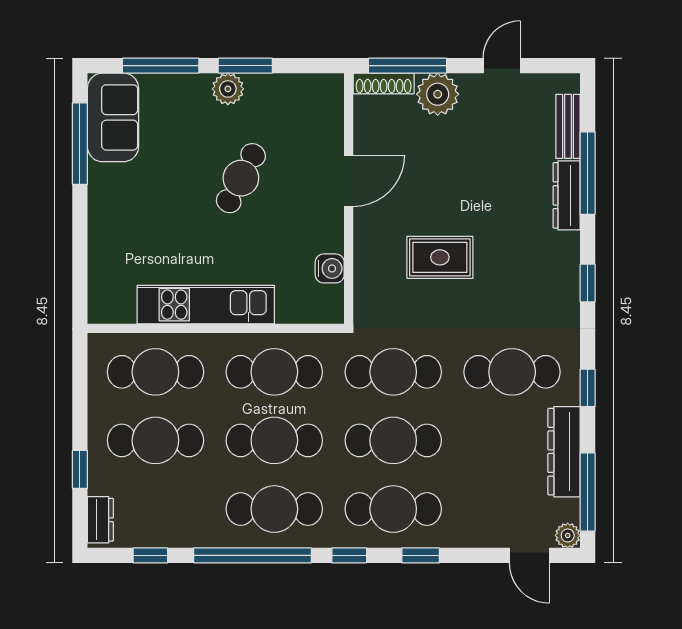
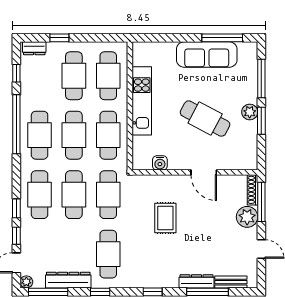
sofa: (113, 117) -> (207, 55), moved, width x1.36
cafe table: (241, 178) -> (205, 119), width x1.37, depth x1.35
window: (349, 555) -> (16, 236), moved

